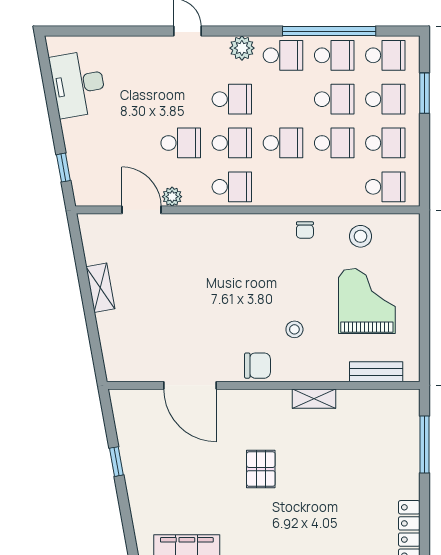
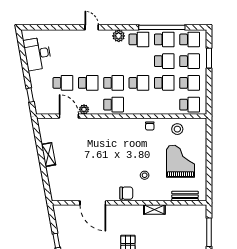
school desk: (232, 99) -> (63, 83), moved

